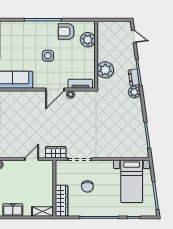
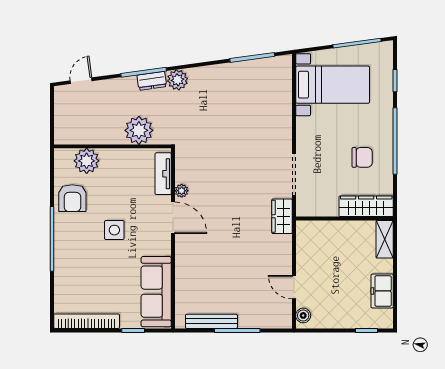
door: (32, 159) -> (294, 287), moved
chair: (87, 186) -> (362, 157), moved

